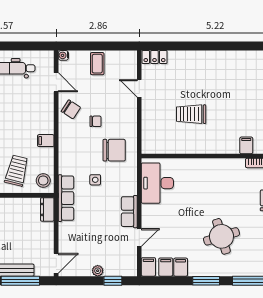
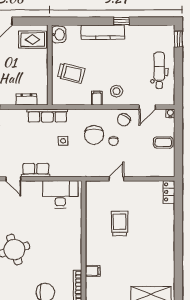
door: (139, 88) -> (117, 179), moved
chair: (114, 150) -> (94, 135), moved
stool: (43, 181) -> (116, 91), moved
dresser: (47, 209) -> (26, 99), moved

